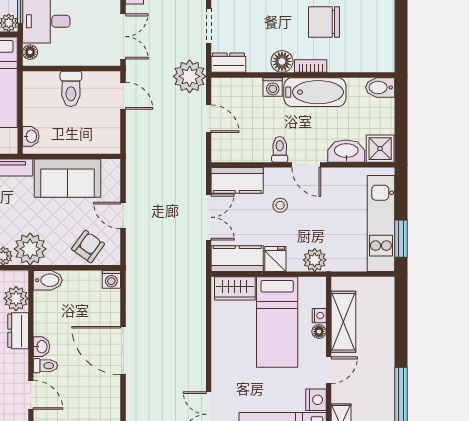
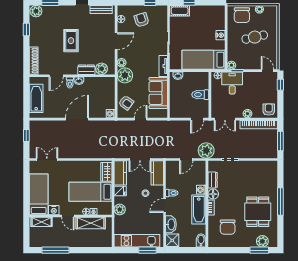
chair: (324, 22) -> (228, 227), moved, turned 180
dresser: (228, 63) -> (213, 180), moved
window: (401, 239) -> (147, 250), moved
bidet: (48, 280) -> (110, 84), removed

